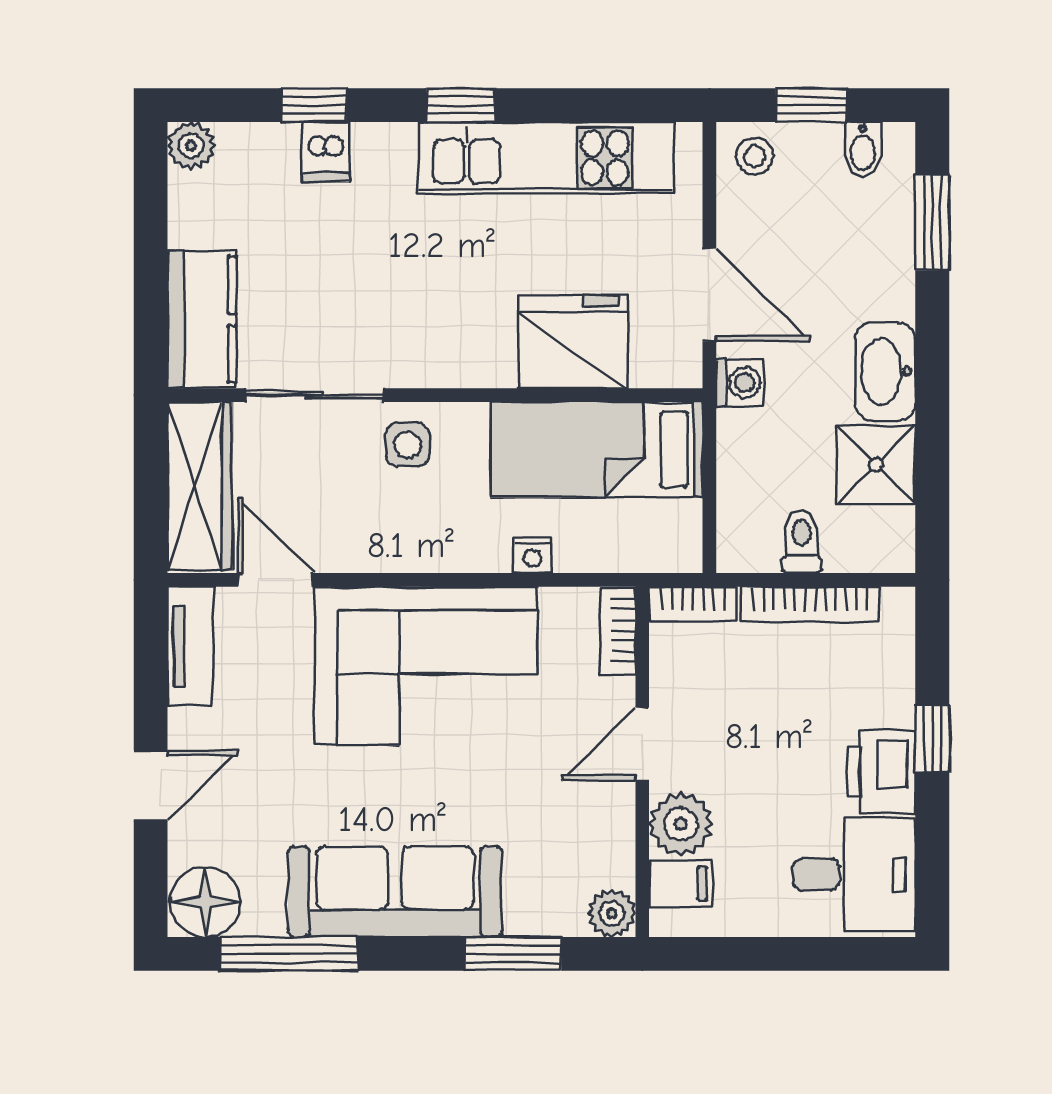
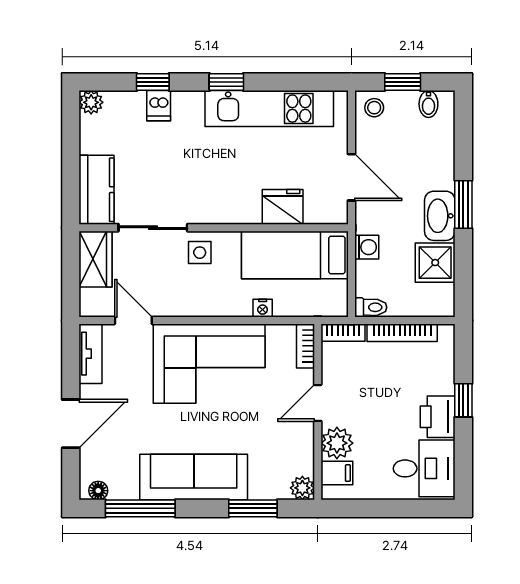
window: (932, 223) -> (463, 204), moved
fridge: (573, 342) -> (283, 207), width x0.73, depth x0.75
washing machine: (740, 383) -> (367, 247), moved
wardrobe: (200, 486) -> (95, 259), width x0.67
toilet: (802, 541) -> (371, 307), moved, turned 90
door: (151, 785) -> (71, 424), width x1.37
floor lamp: (205, 902) -> (98, 491), width x0.53, depth x0.53

